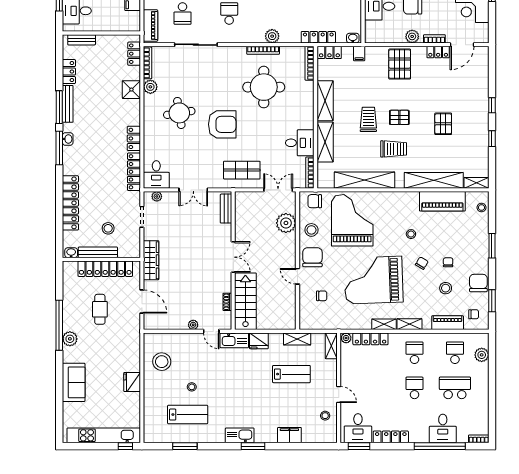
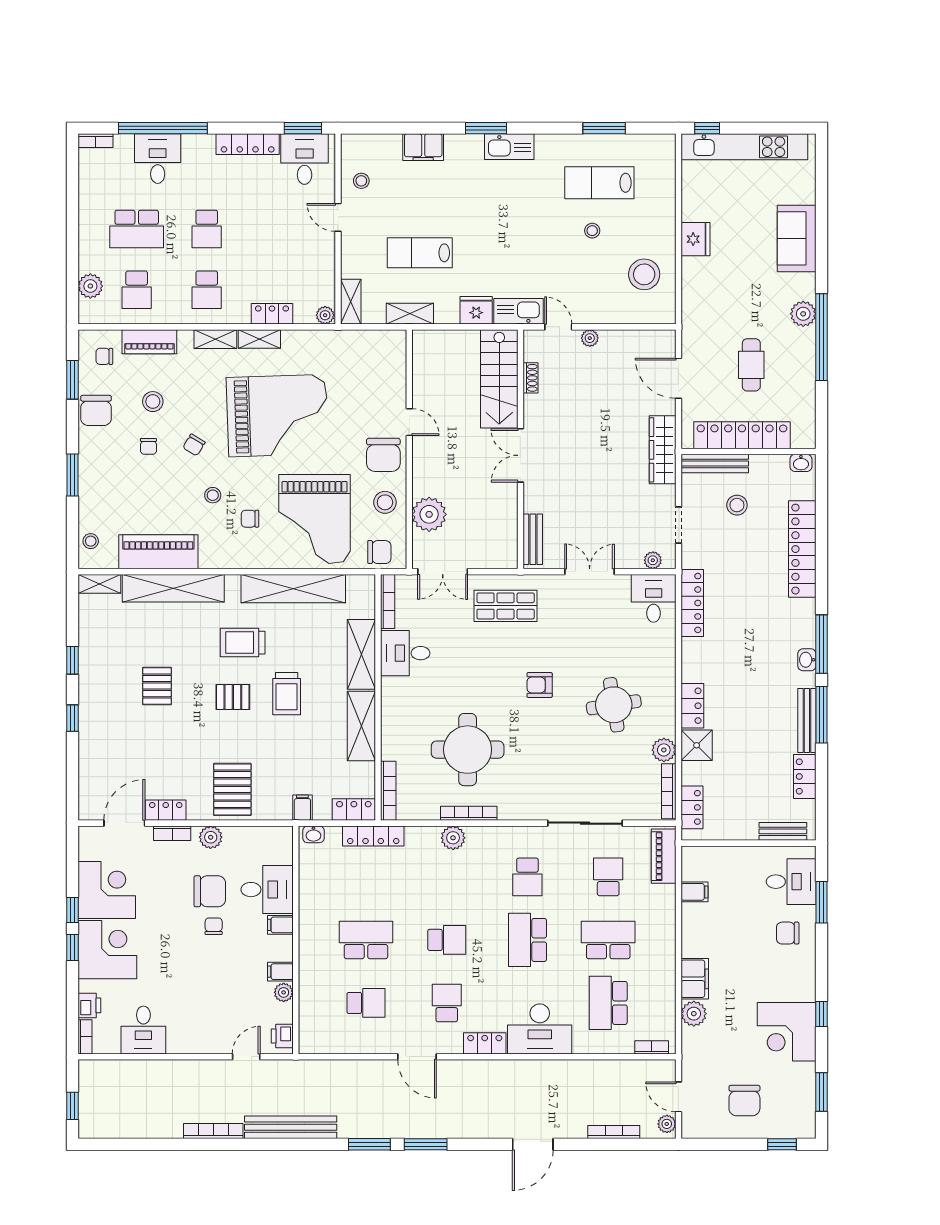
armchair: (222, 124) -> (540, 685), width x0.53, depth x0.53
locker: (134, 138) -> (692, 706), moved
bench: (98, 252) -> (715, 464), moved
chair: (322, 296) -> (250, 519), moved
locker: (370, 339) -> (272, 314), width x0.66

